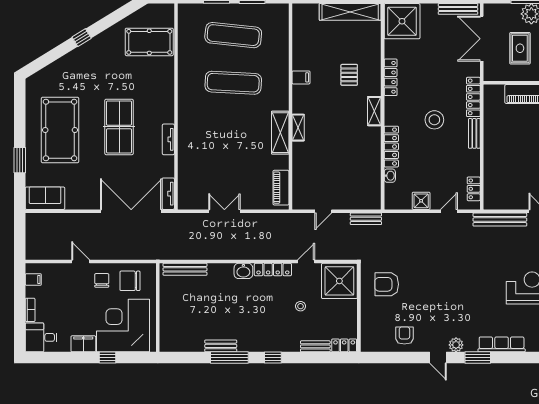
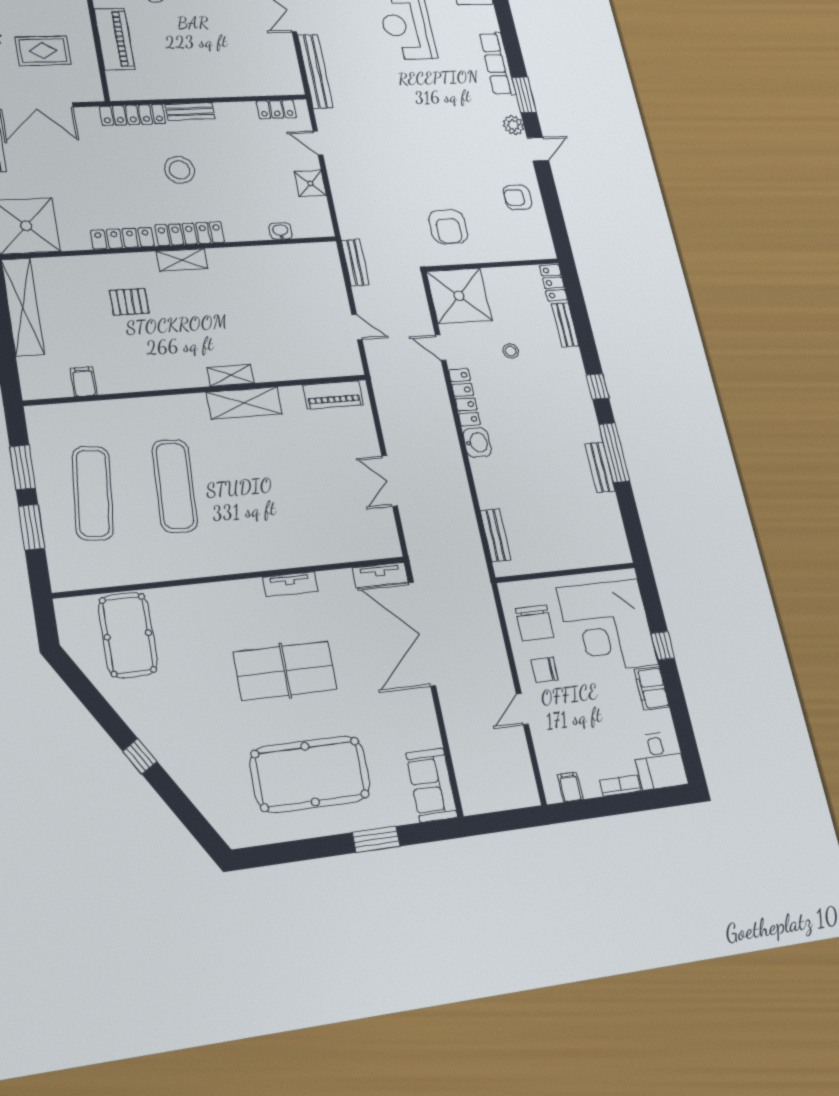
filing cabinet: (301, 77) -> (84, 382), moved
locker: (391, 147) -> (190, 234), moved
bench: (185, 269) -> (496, 535), width x0.73

